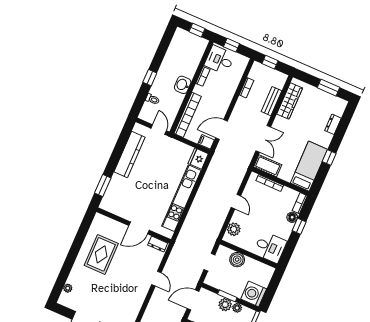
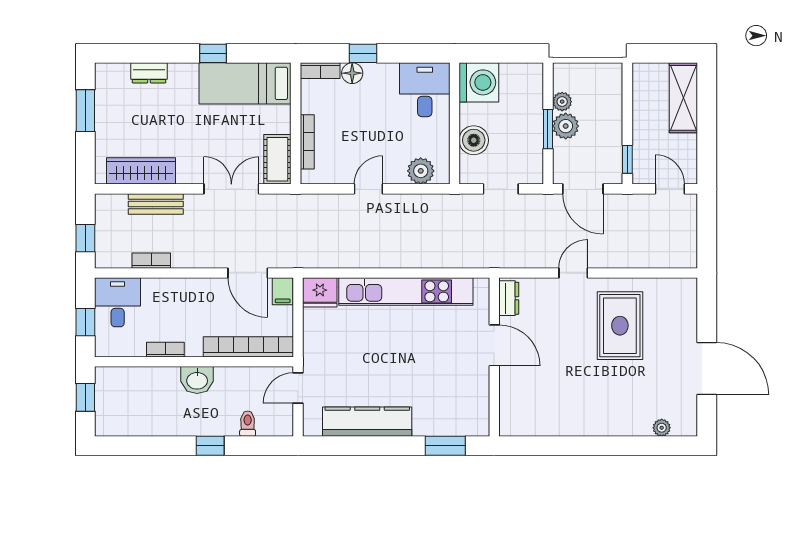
desk: (219, 60) -> (118, 302), moved, turned 180
rug: (101, 254) -> (620, 326), moved, turned 90
washing machine: (254, 294) -> (479, 82), moved, turned -90

